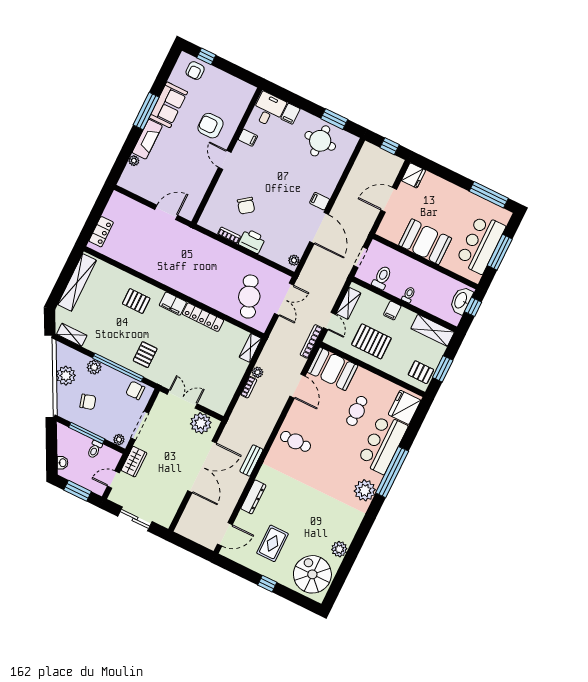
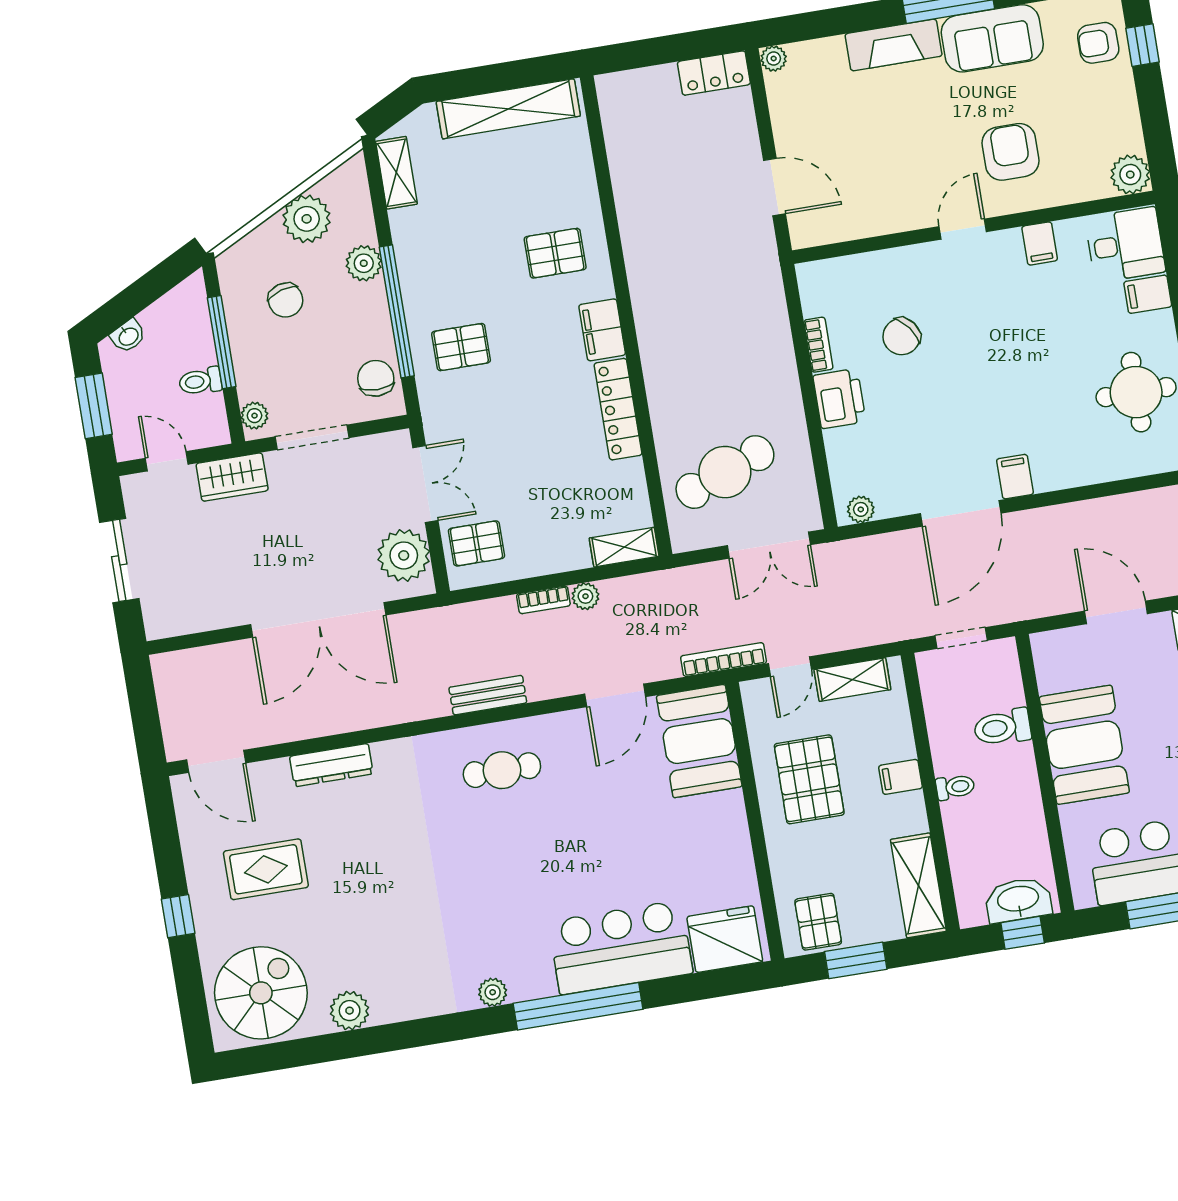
plant: (246, 91) -> (1130, 175), added
plant: (134, 161) -> (774, 59), moved
locker: (101, 232) -> (714, 73), moved
toilet: (382, 278) -> (1002, 727), moved, turned 180
pallet: (136, 301) -> (555, 253), turned 90
pallet: (214, 396) -> (476, 543), added
cafe table: (357, 411) -> (650, 849), removed
cafe table: (295, 441) -> (502, 770), turned 90
bench: (251, 461) -> (488, 695), moved
plant: (365, 490) -> (493, 992), width x0.53, depth x0.53

